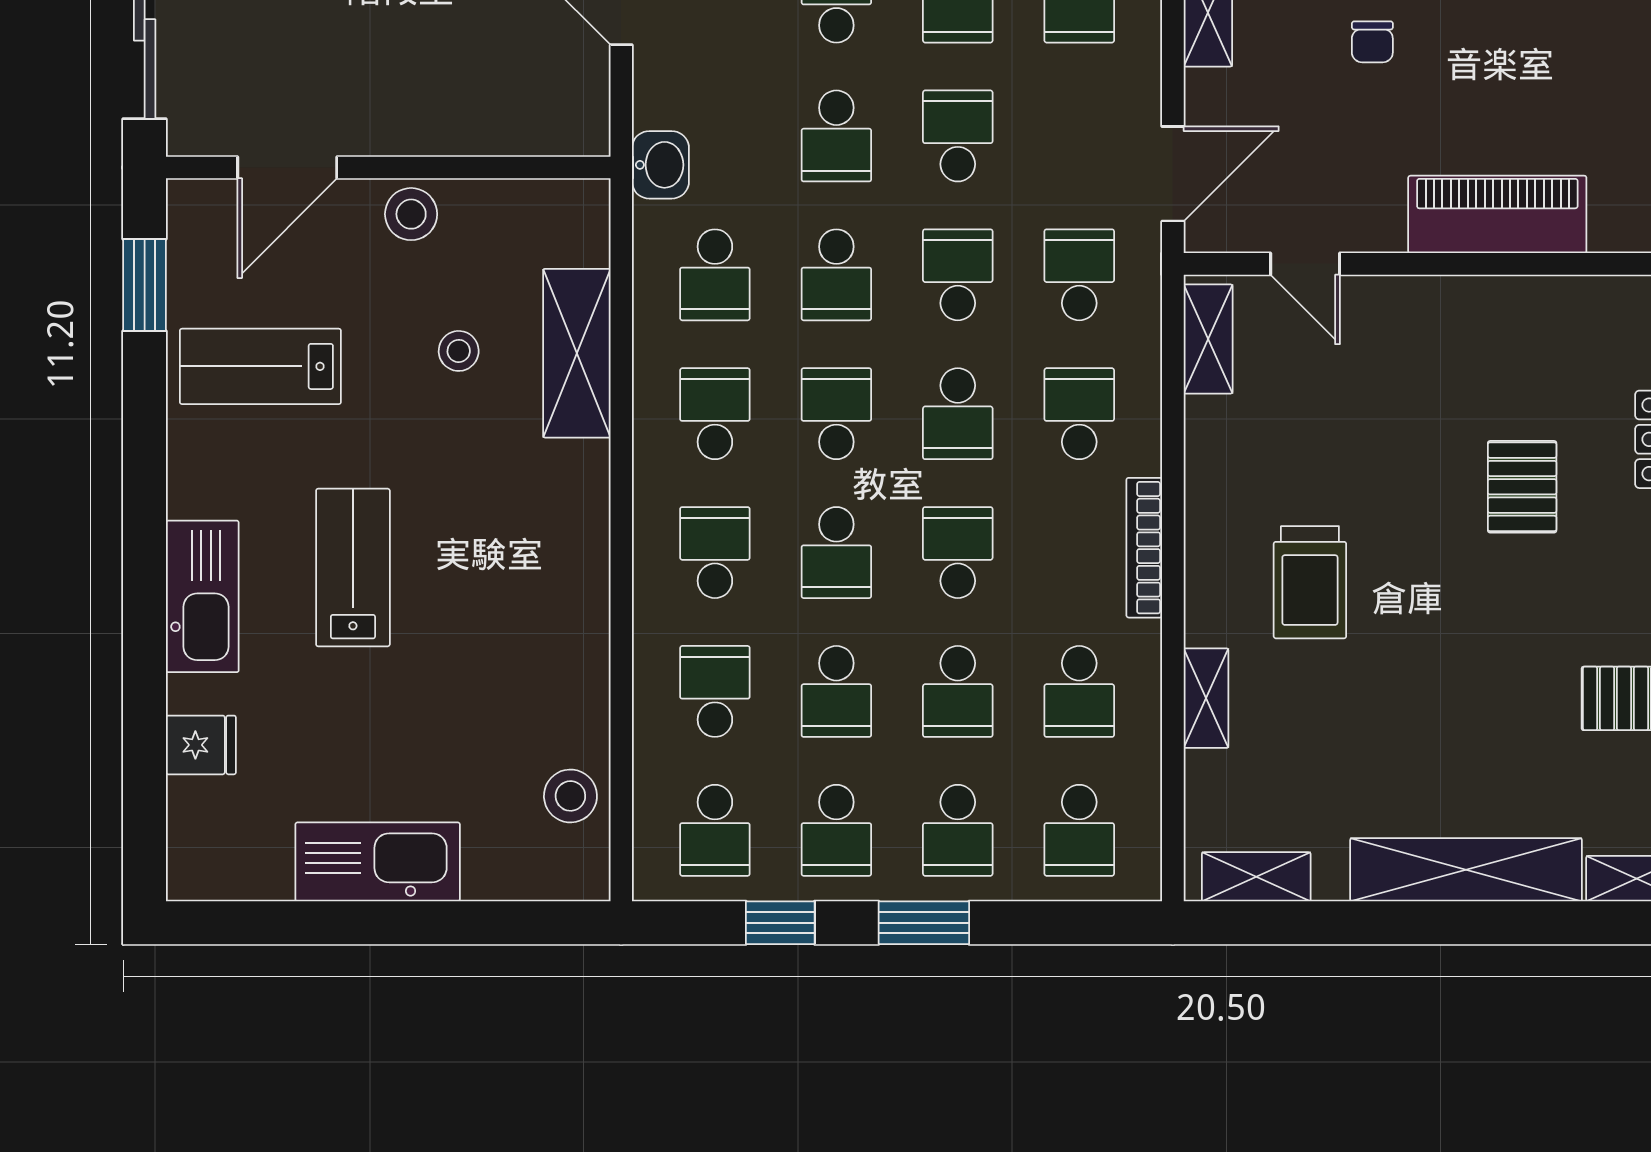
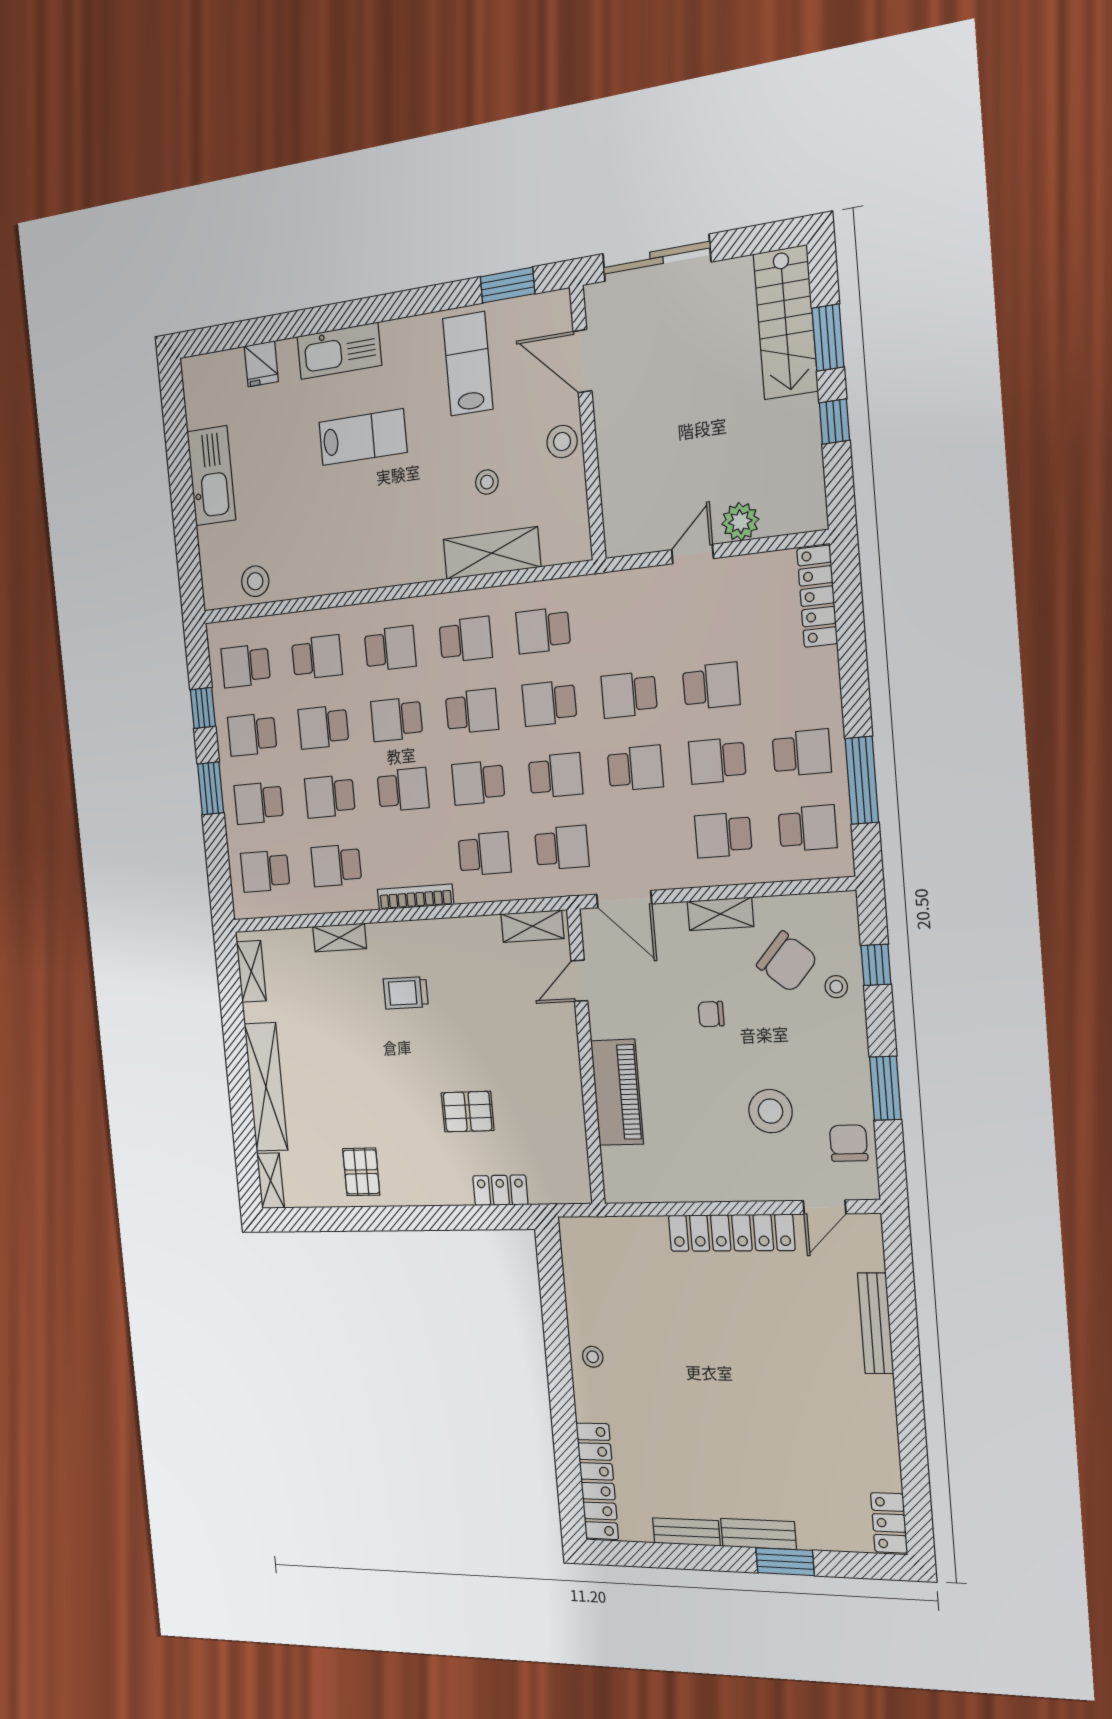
washbasin: (660, 165) -> (603, 590), removed
trolley: (1310, 582) -> (406, 993), width x0.73, depth x0.72

